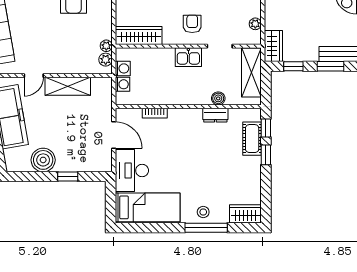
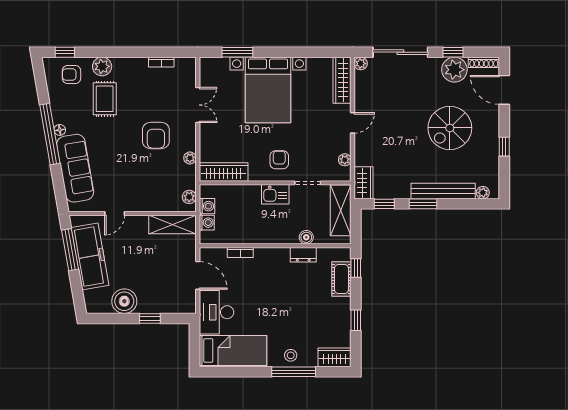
plant: (106, 46) -> (190, 158), moved
shelving: (68, 86) -> (172, 225), moved
window: (266, 155) -> (356, 320), moved

